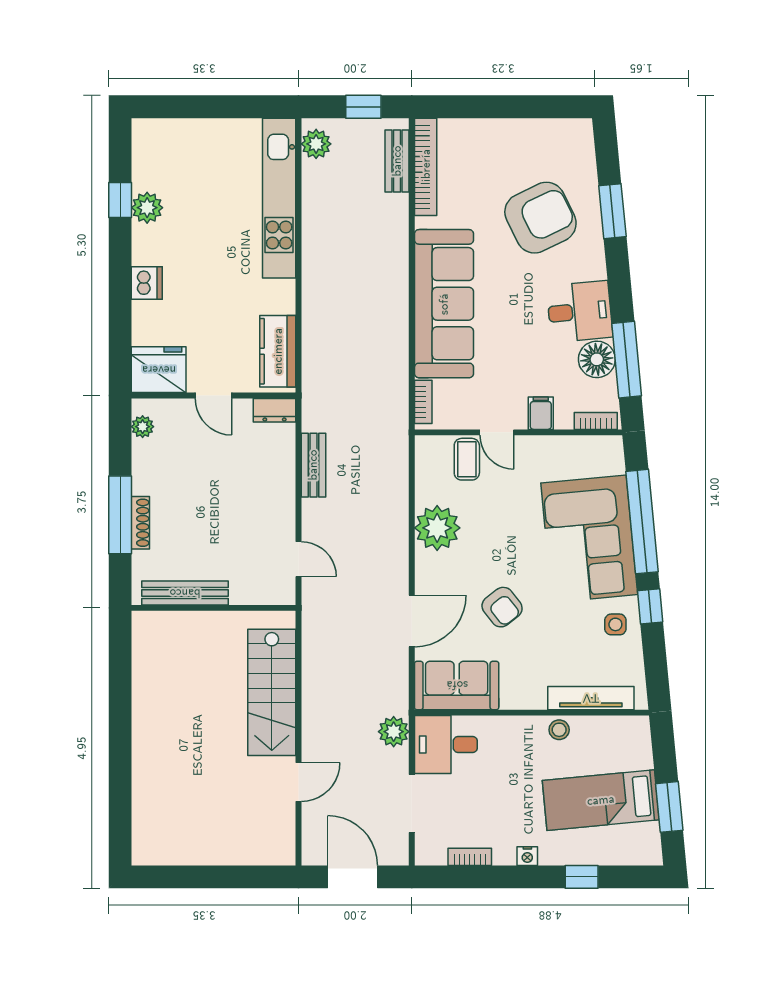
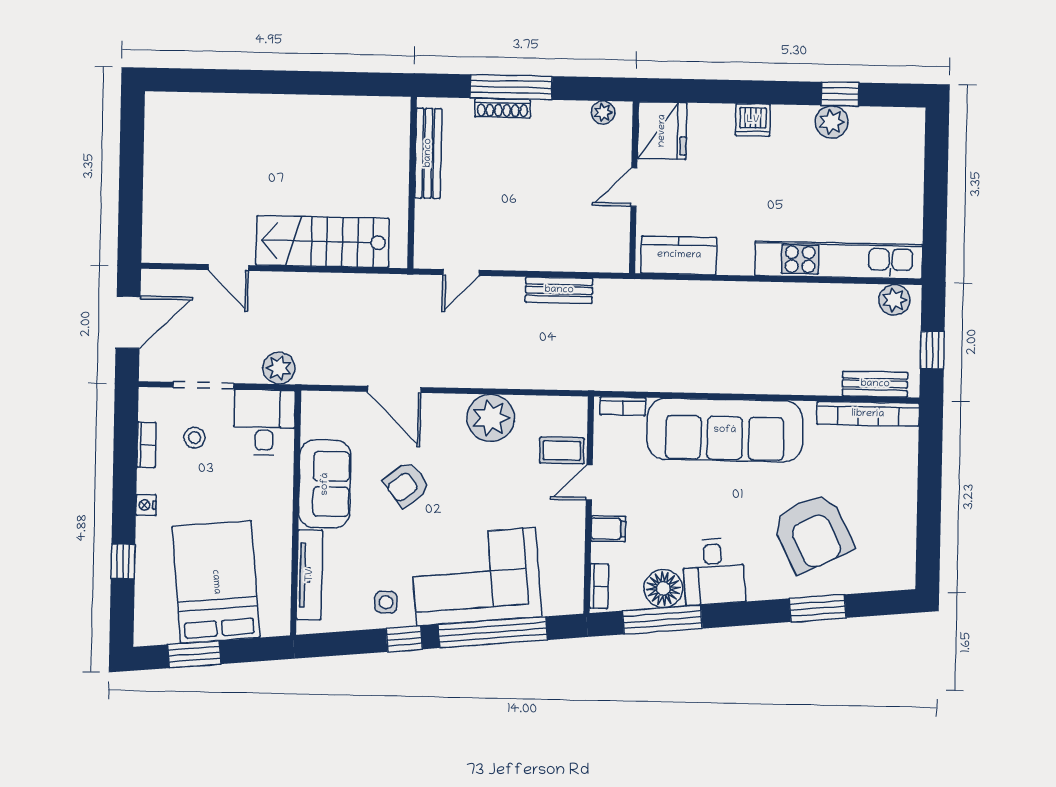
dresser: (275, 410) -> (617, 251), removed
sofa: (457, 685) -> (325, 484), moved
stool: (559, 730) -> (194, 438), moved
bed: (601, 800) -> (216, 582), width x1.50

